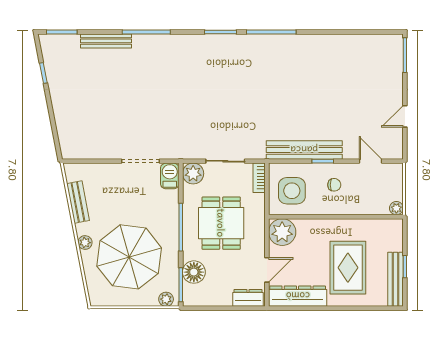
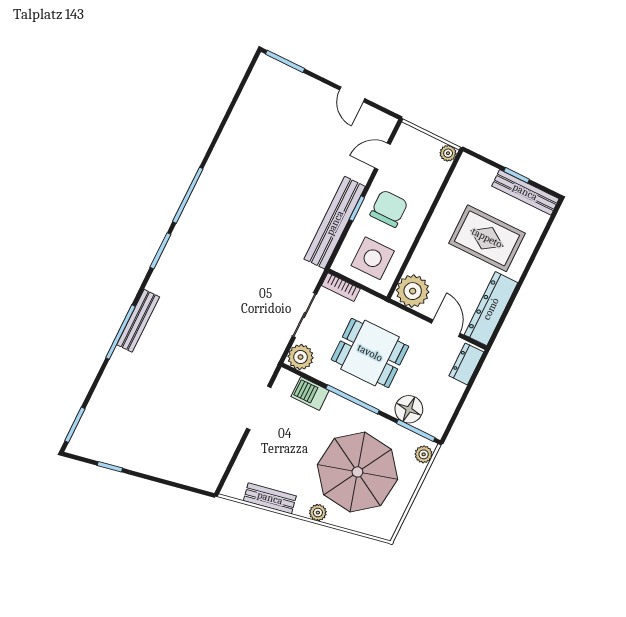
bench: (106, 41) -> (138, 321), moved
barbecue: (170, 176) -> (310, 393), moved
chair: (334, 185) -> (389, 209), width x1.87, depth x1.87

